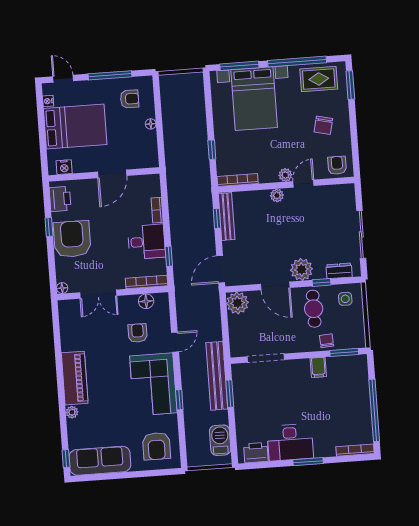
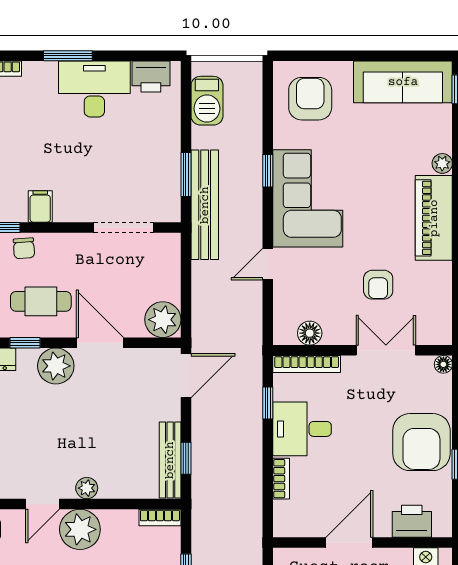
plant: (285, 175) -> (80, 529), width x1.87, depth x1.87
bookcase: (238, 180) -> (160, 517), width x0.64
printer: (60, 199) -> (412, 521), moved, turned 90
cafe table: (314, 309) -> (41, 301), turned 90
armchair: (138, 333) -> (378, 285), moved

